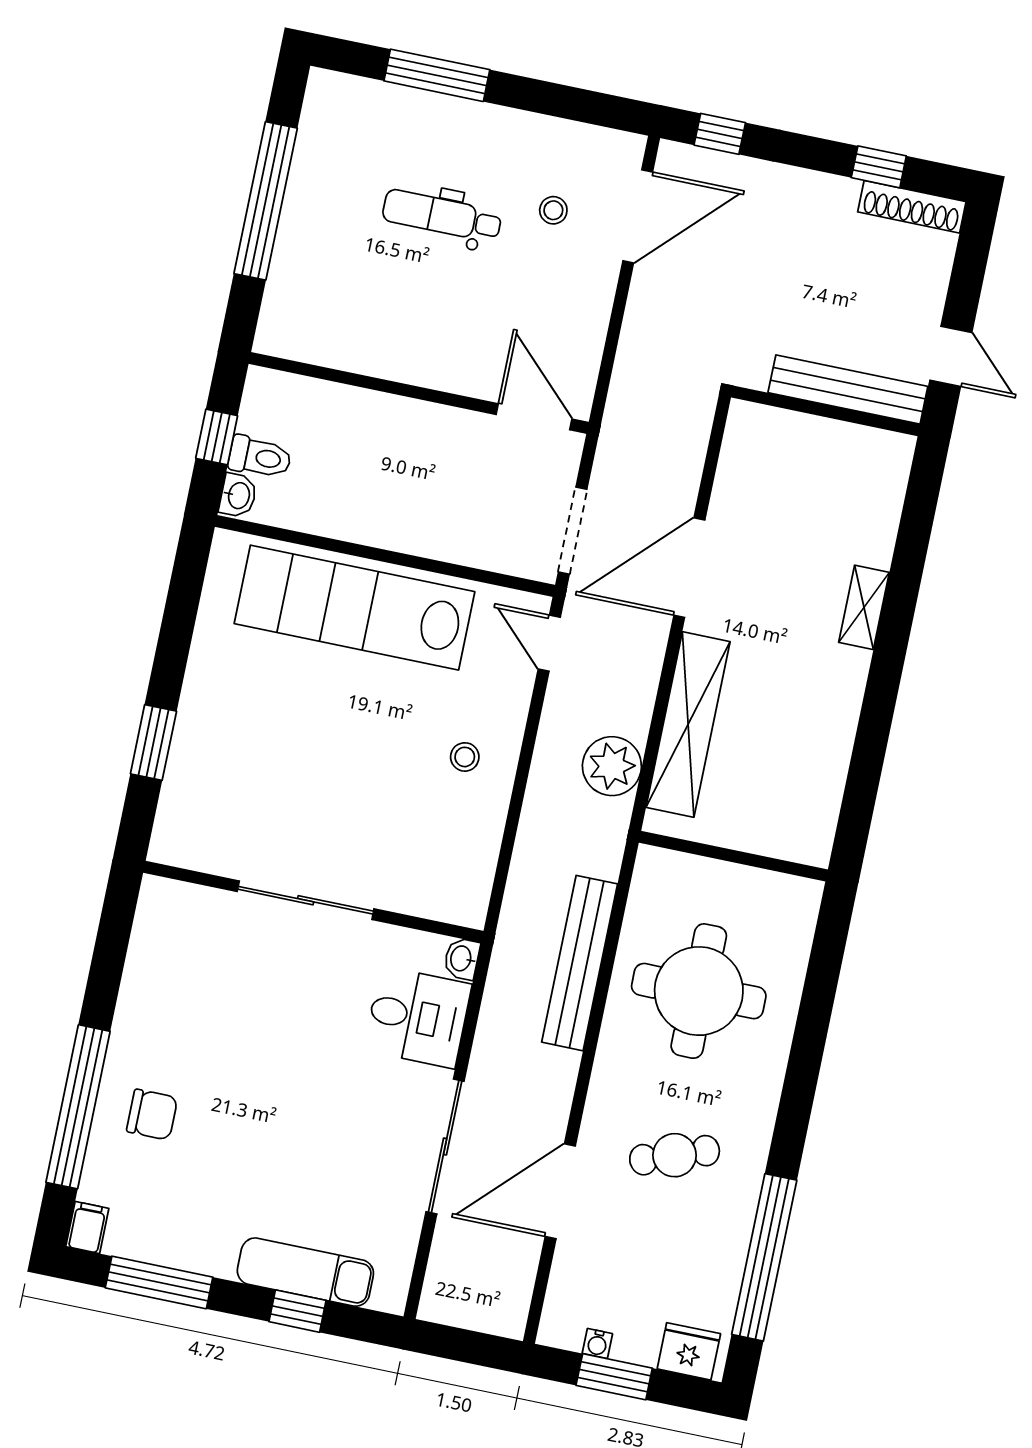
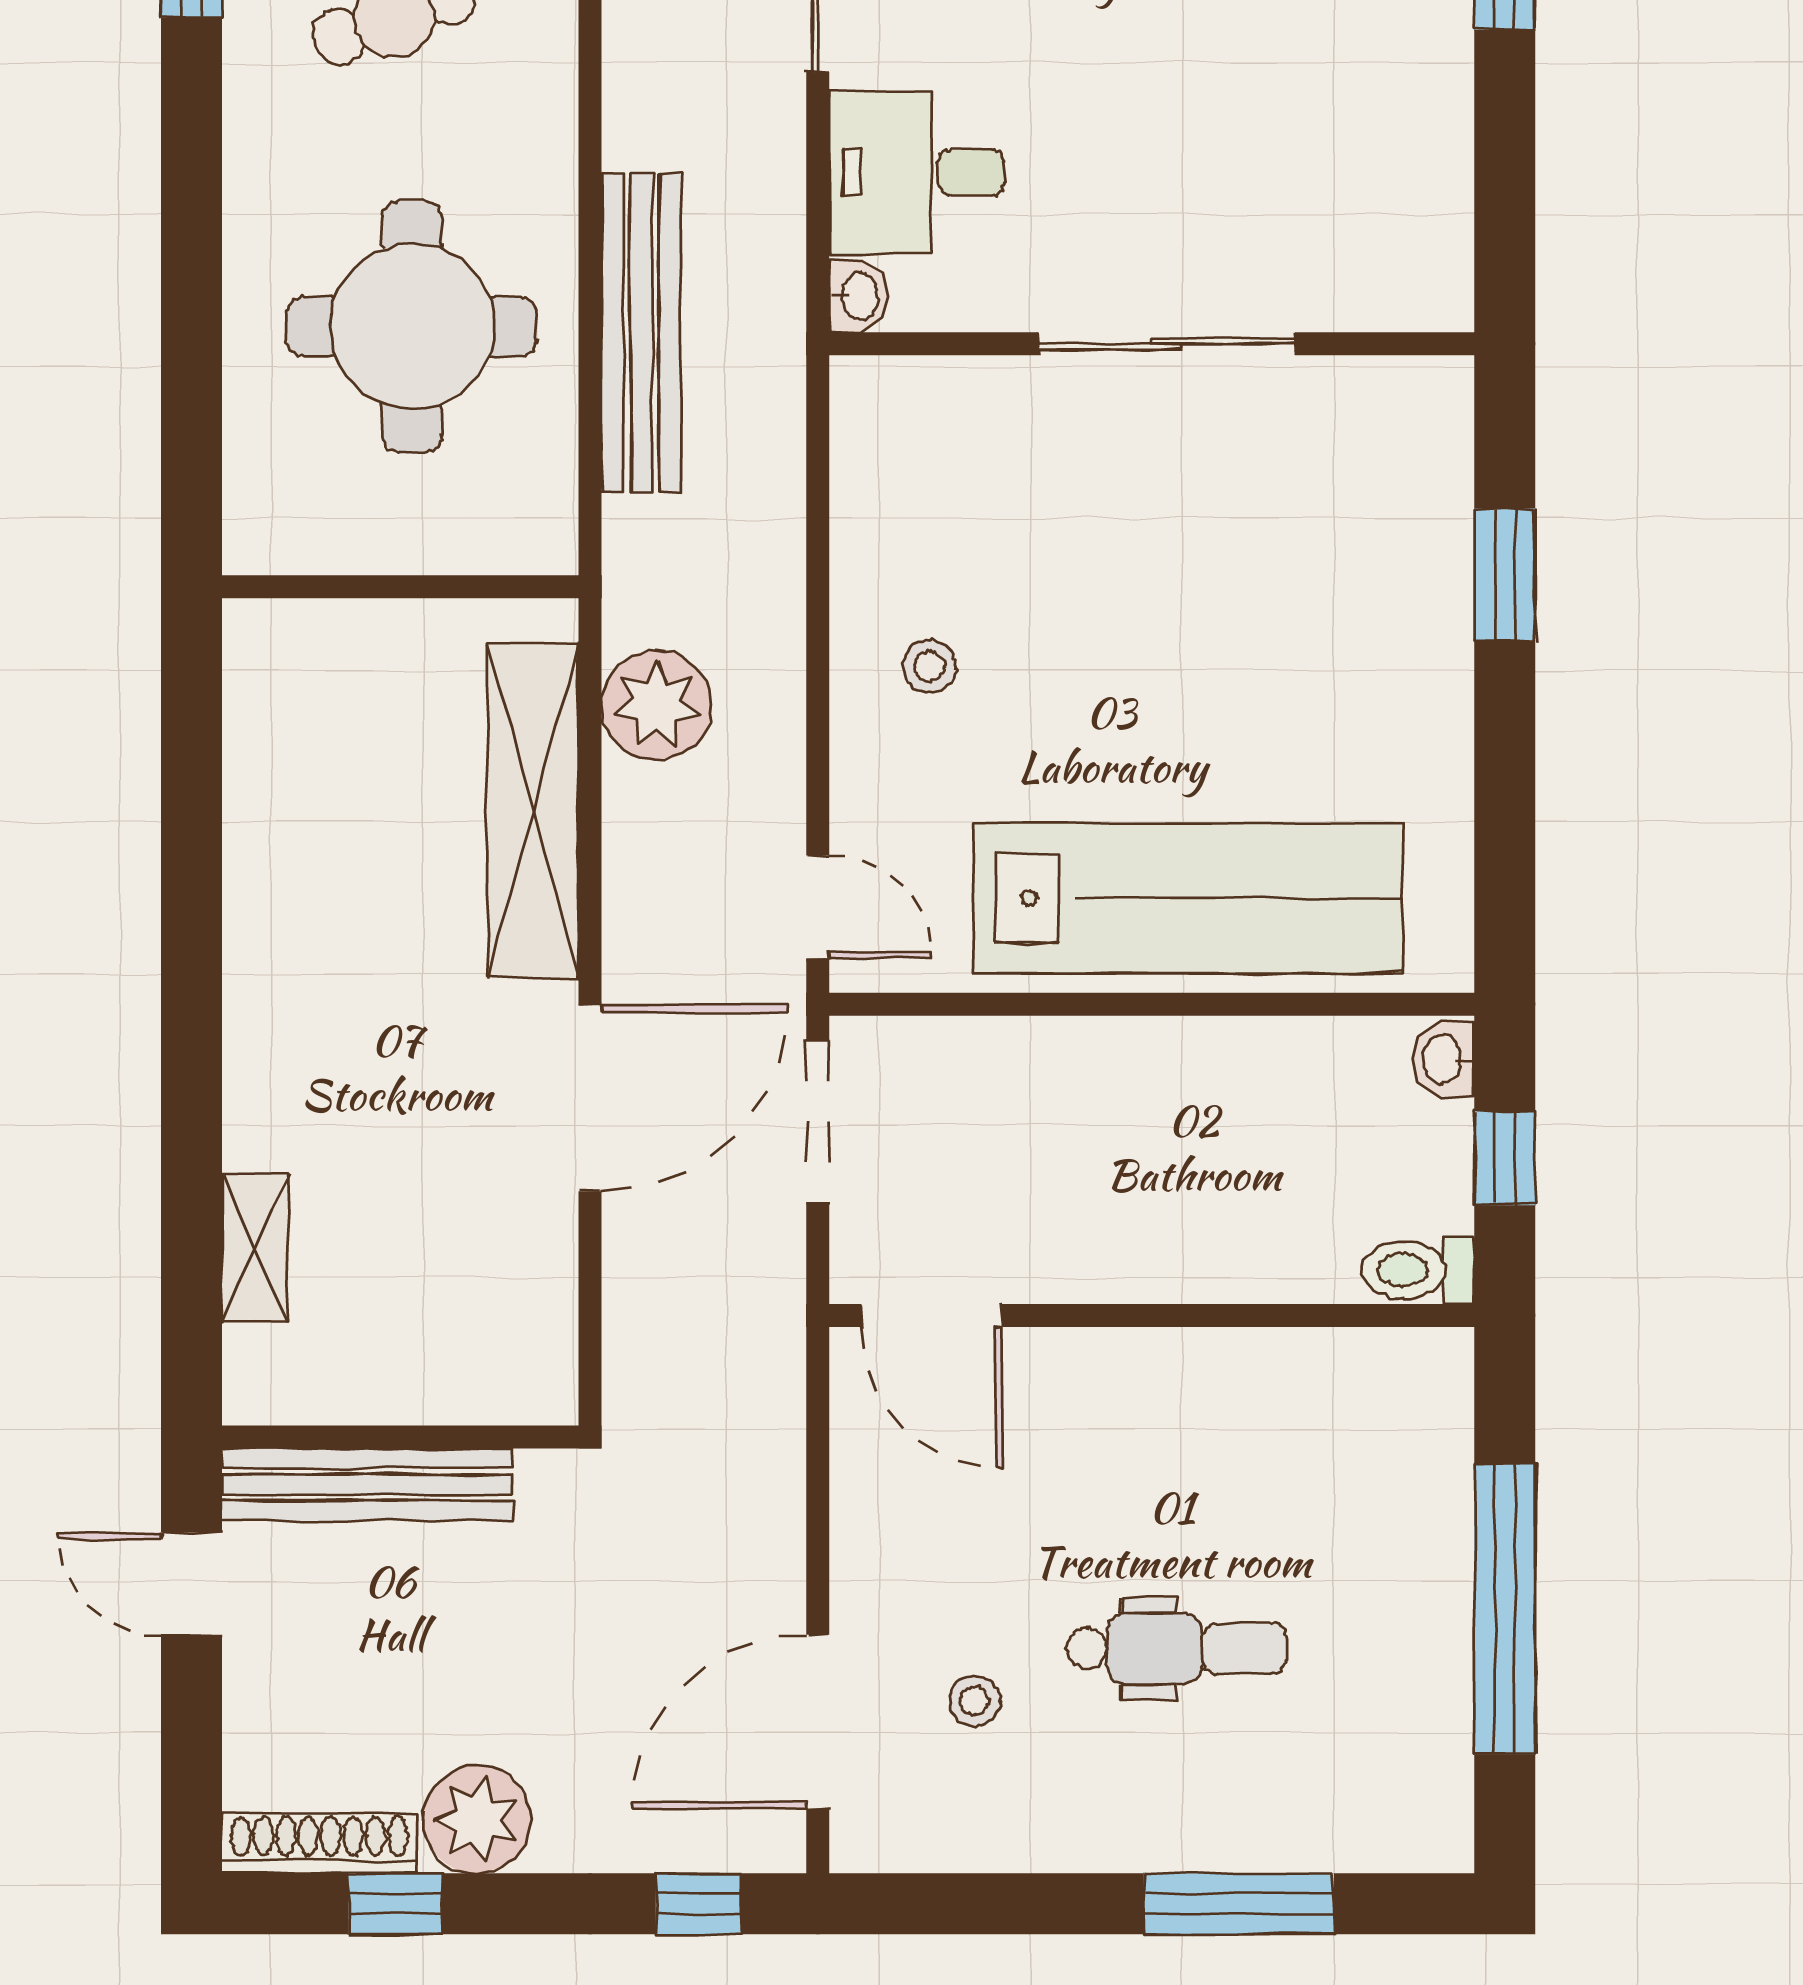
plant: (827, 202) -> (477, 1819), added
toilet: (260, 457) -> (1418, 1270), moved
shelving: (864, 607) -> (255, 1248), moved

